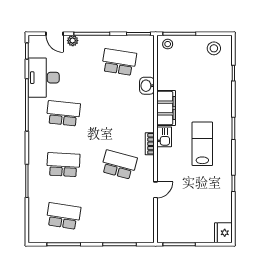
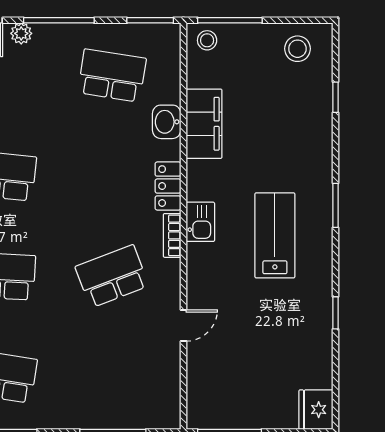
filing cabinet: (166, 108) -> (204, 124), moved
locker: (148, 119) -> (168, 186), added
school desk: (119, 165) -> (112, 276), turned -36

